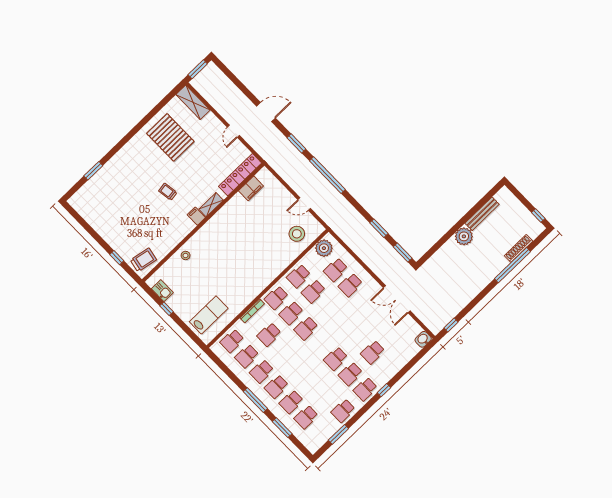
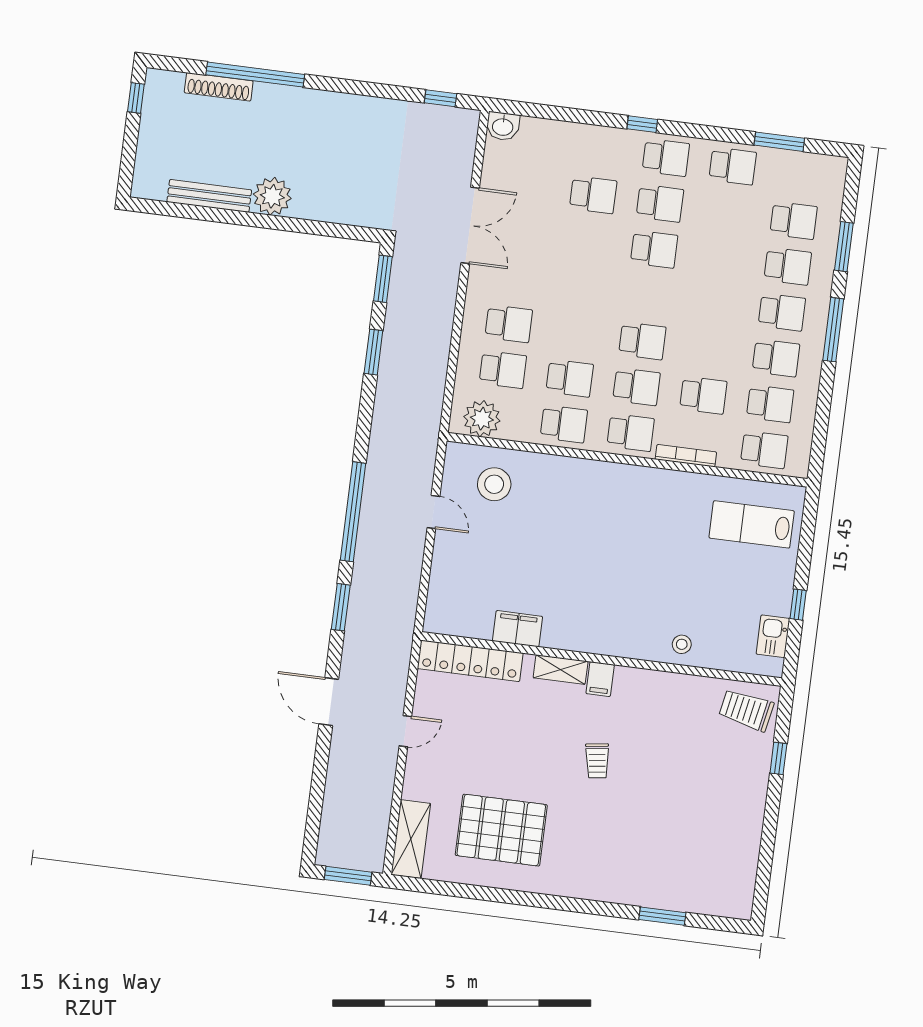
pallet: (170, 137) -> (501, 830), turned 90
filing cabinet: (251, 188) -> (517, 629), moved

